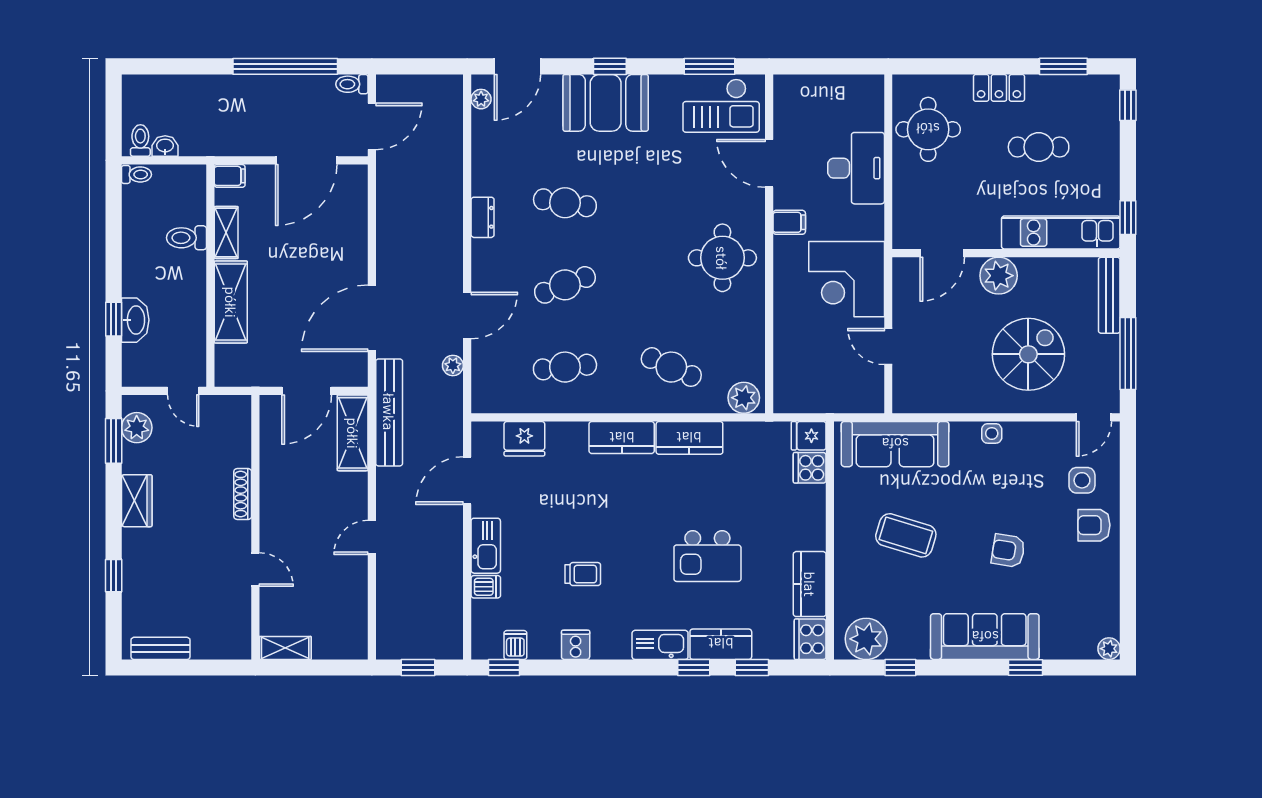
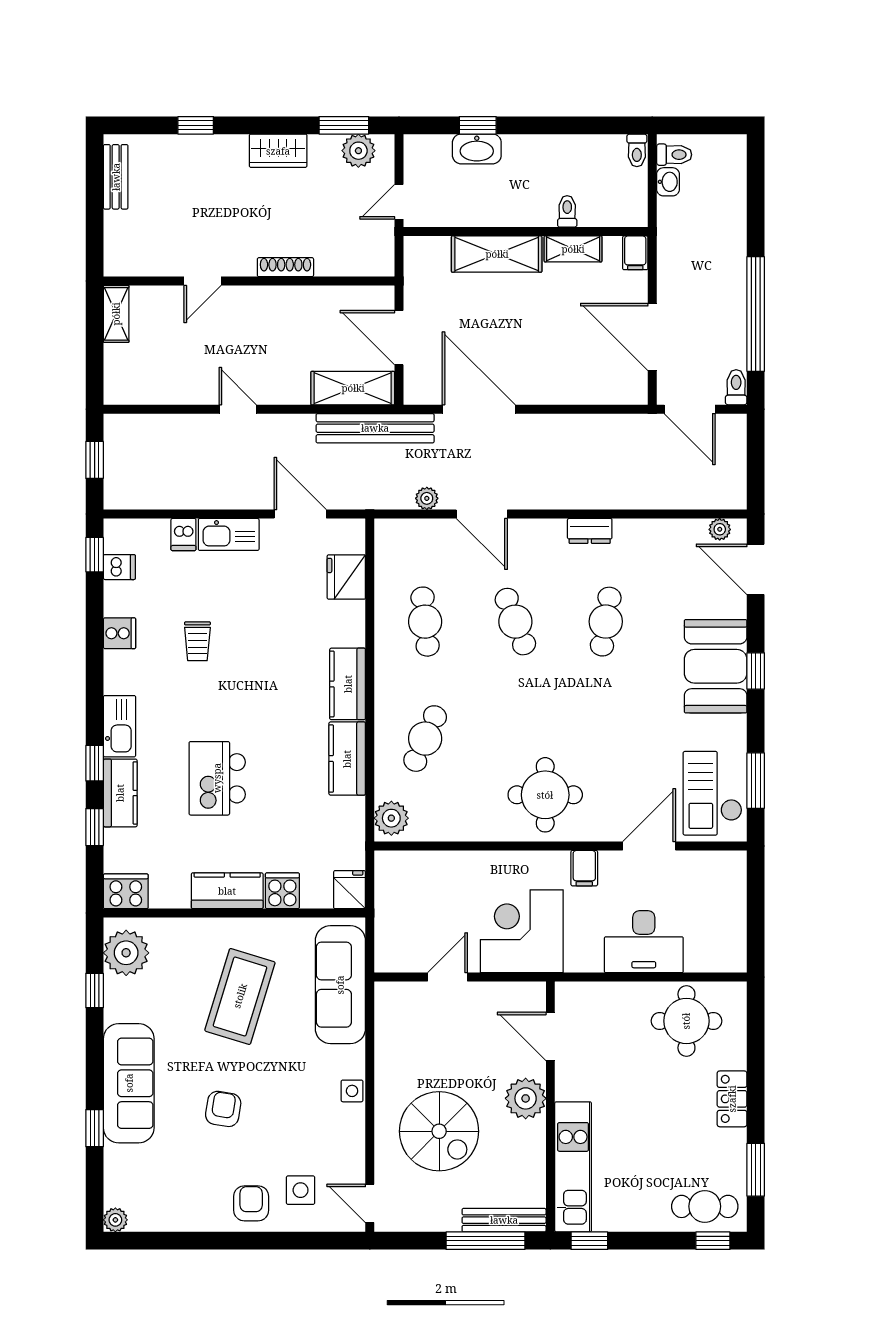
cafe table: (1039, 147) -> (705, 1206), moved, turned 90
toilet: (186, 238) -> (567, 211), width x0.73, depth x0.72
window: (1128, 353) -> (486, 1241), moved
cooker: (810, 468) -> (282, 891), moved
coffee table: (906, 535) -> (240, 996), width x1.36, depth x1.32
kitchen counter: (810, 584) -> (227, 891), moved

